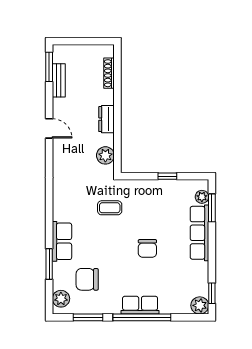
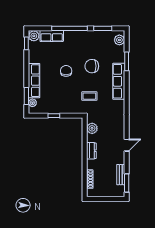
door: (49, 128) -> (127, 145), swing flipped
row of seats: (62, 241) -> (119, 81), width x1.48
chair: (87, 279) -> (92, 66), moved, turned 180
row of seats: (140, 305) -> (52, 36), moved

